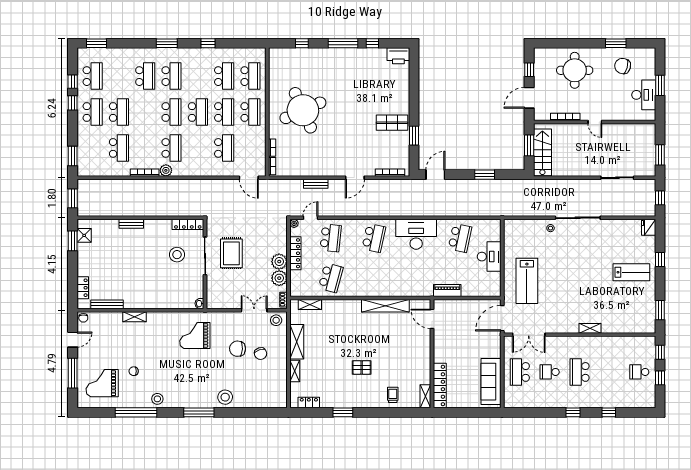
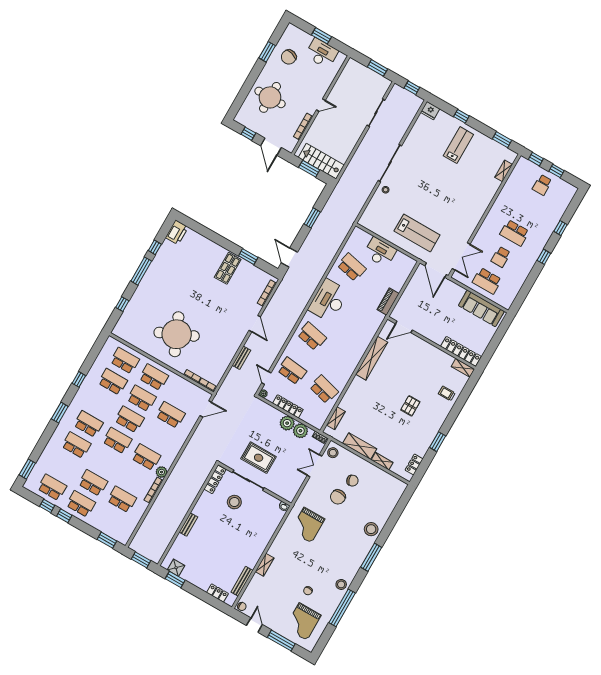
shelving: (590, 328) -> (504, 171), moved

